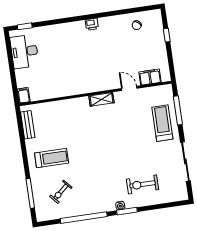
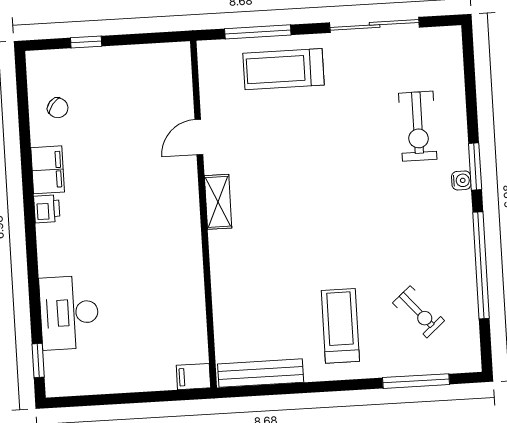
desk: (24, 51) -> (69, 313), moved, turned 90
filing cabinet: (150, 77) -> (48, 170), moved, turned 180
bench: (28, 125) -> (261, 373), width x1.36

